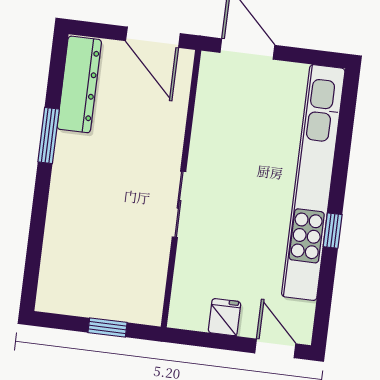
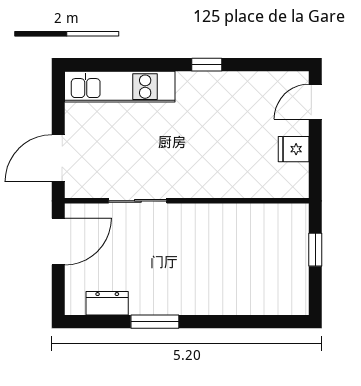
dresser: (79, 84) -> (107, 303), width x0.51, depth x0.80
kitchen unit: (313, 182) -> (120, 87), width x0.54
sliding door: (179, 204) -> (138, 201), moved

